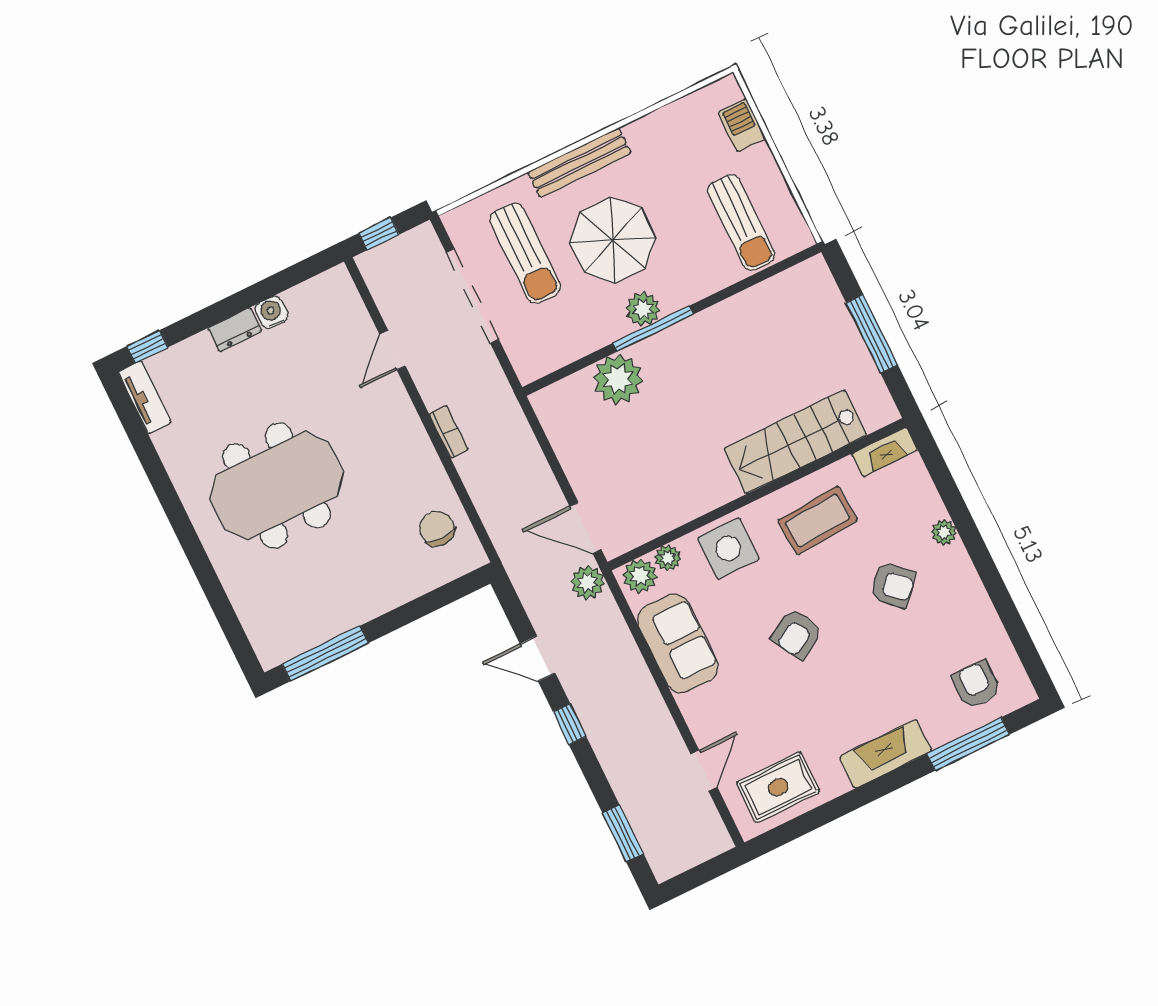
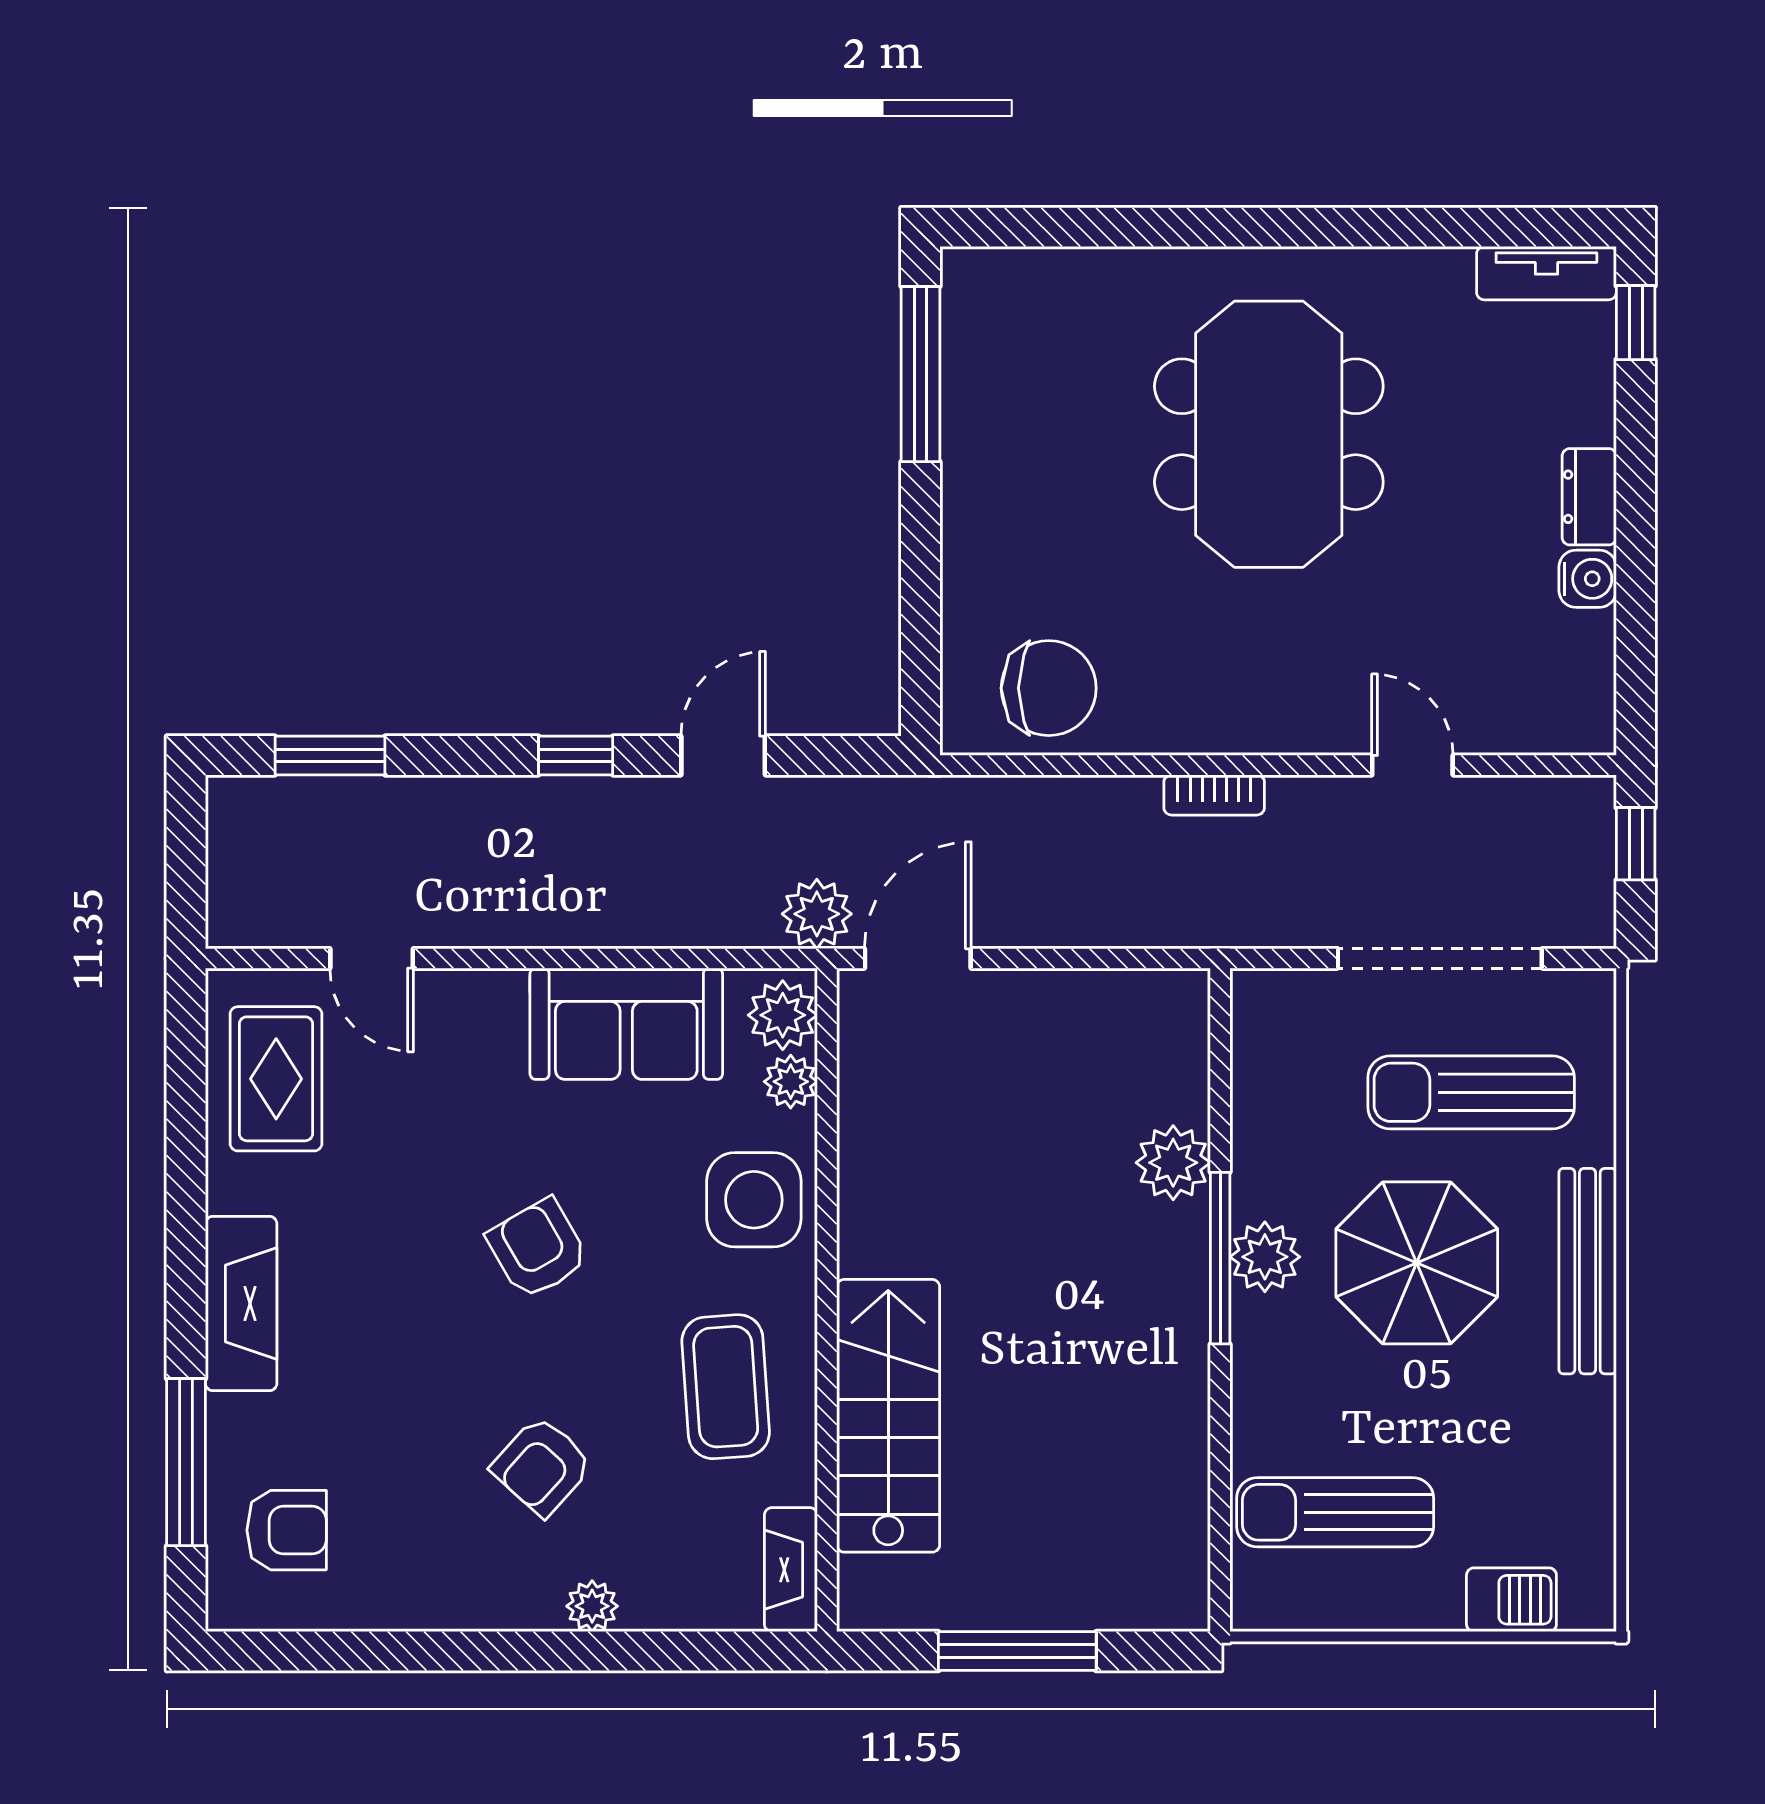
plant: (618, 379) -> (1173, 1163), width x0.73, depth x0.73
chair: (437, 528) -> (1049, 688), width x1.37, depth x1.37

